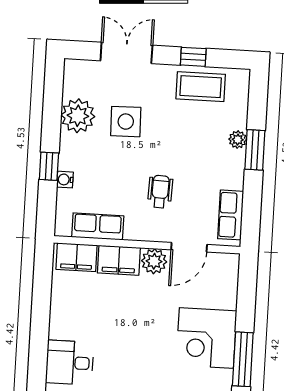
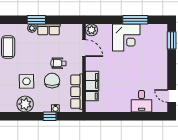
chair: (124, 176) -> (52, 81), added
row of seats: (231, 215) -> (49, 29), moved
row of seats: (98, 226) -> (77, 92), width x1.48
filing cabinet: (77, 257) -> (92, 96), width x0.50
plant: (154, 261) -> (92, 30), moved

